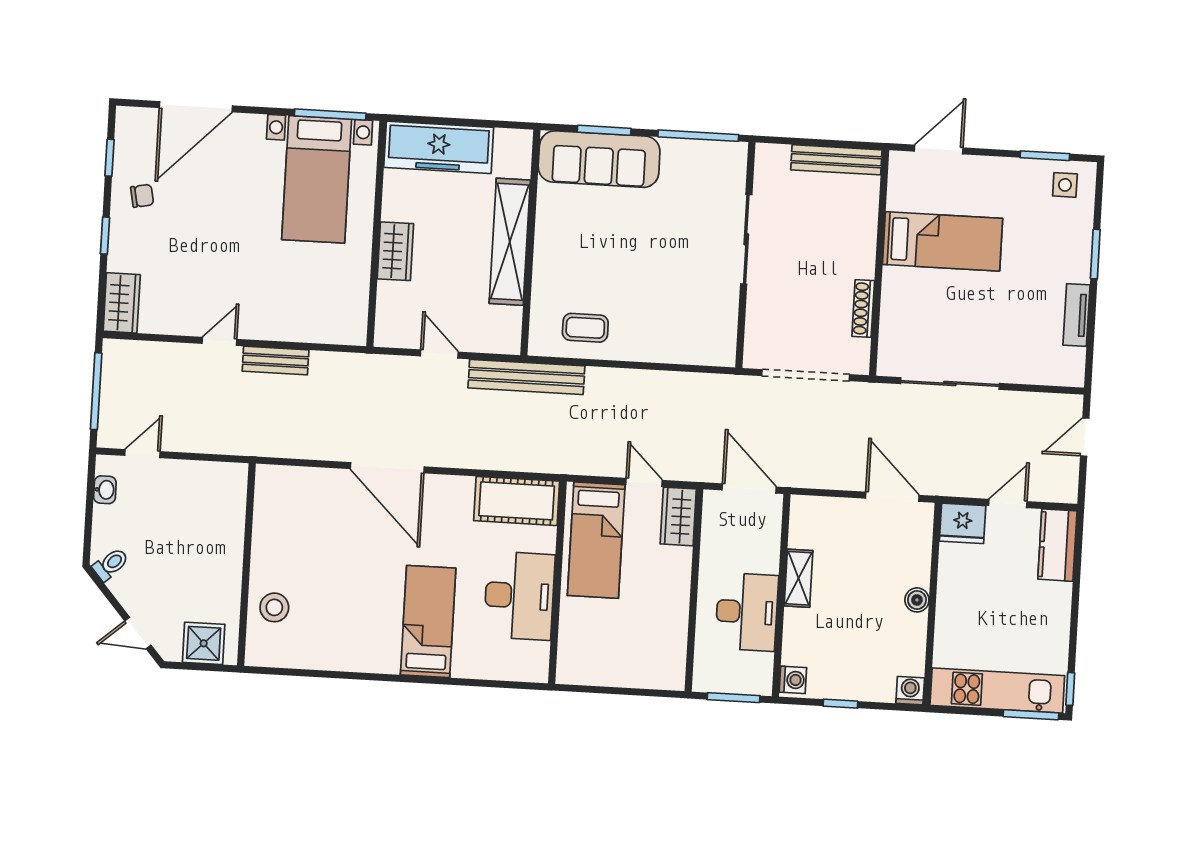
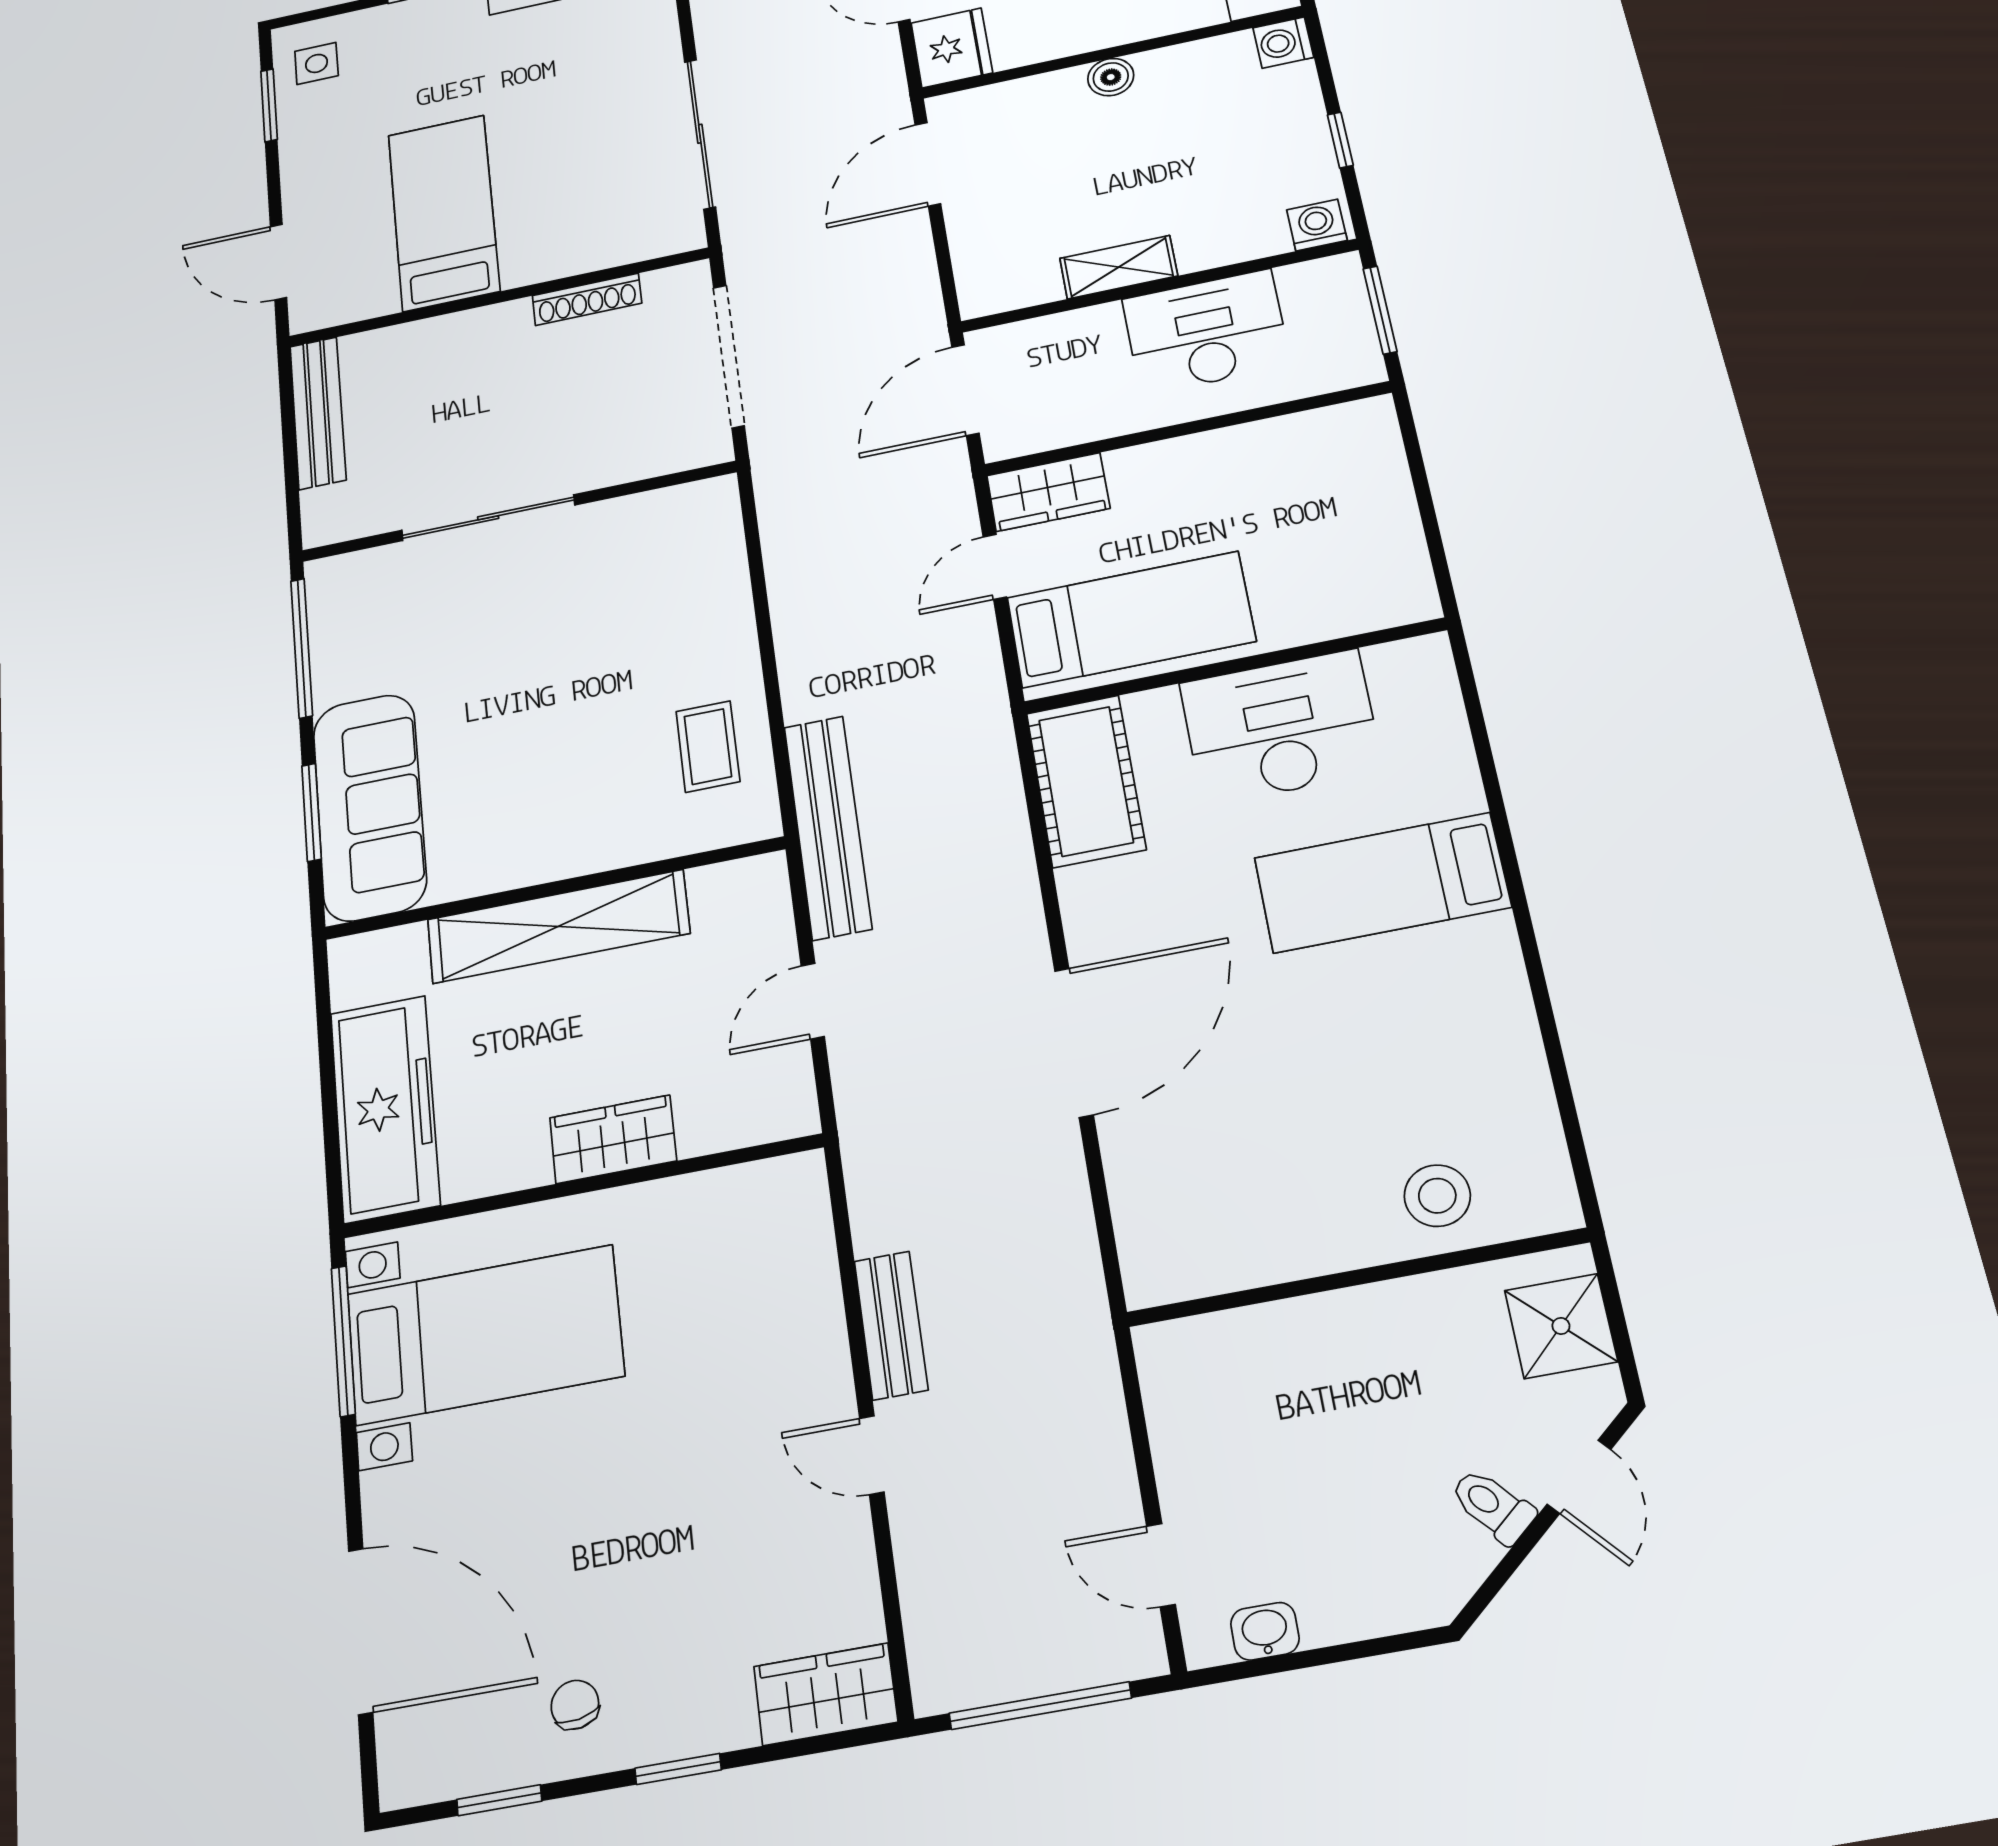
toilet: (111, 564) -> (1493, 1506), moved

